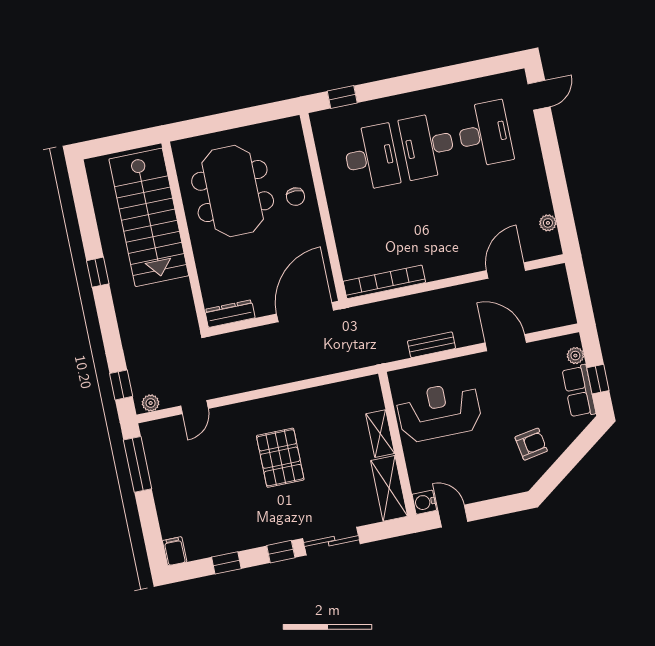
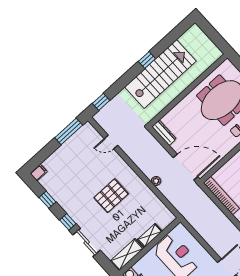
stairs: (149, 217) -> (160, 74), moved, turned 180
bench: (432, 345) -> (205, 235), removed
plant: (151, 403) -> (156, 181), moved

